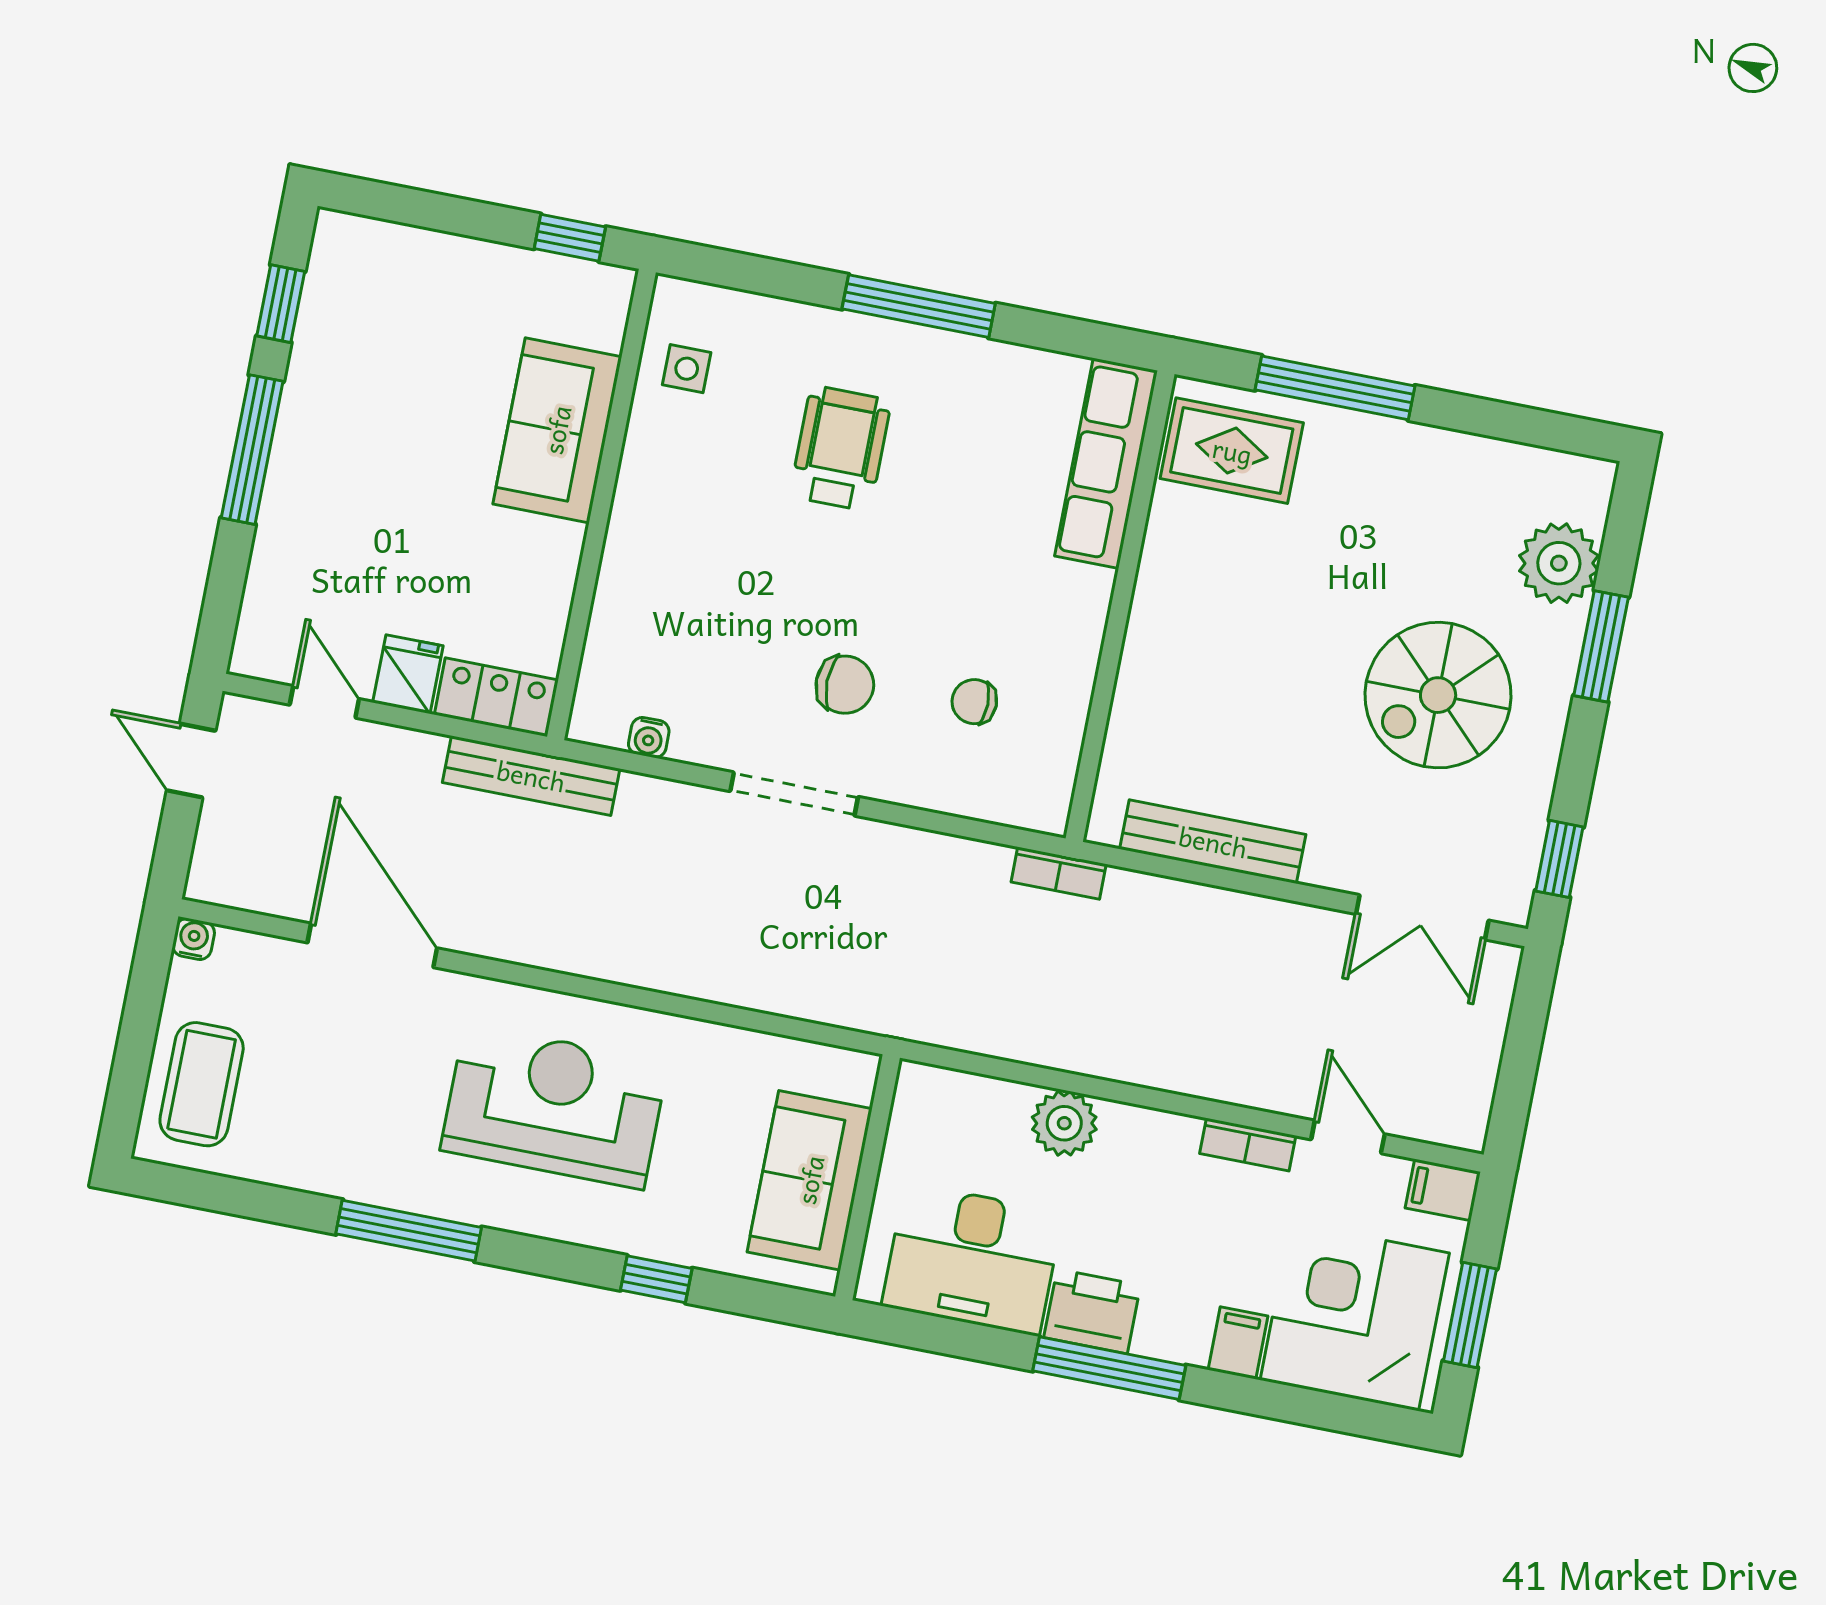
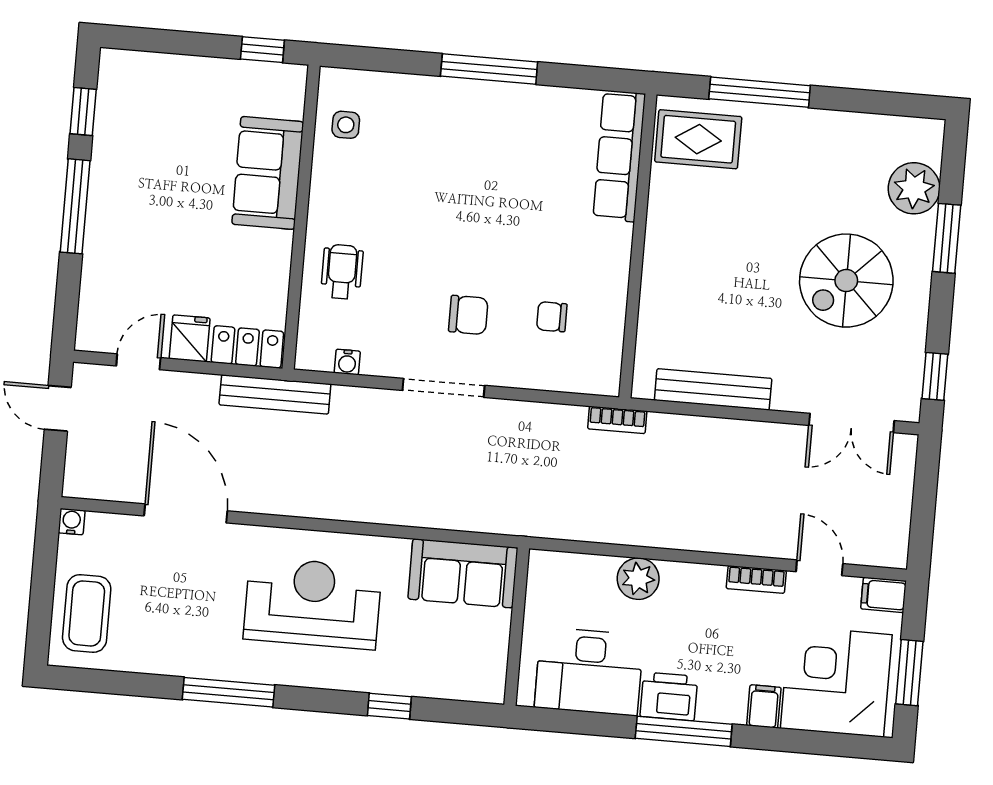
wheelchair: (840, 448) -> (342, 272), moved, width x0.73, depth x0.73
door: (324, 702) -> (138, 362), hinge flipped
sofa: (810, 1180) -> (463, 573), moved, turned -90

